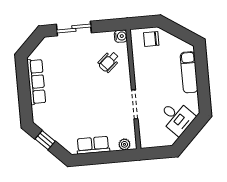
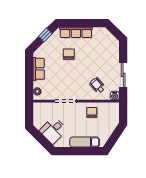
sliding door: (74, 29) -> (123, 75), moved
chair: (151, 39) -> (92, 112), moved
row of seats: (36, 82) -> (76, 32), moved
chair: (69, 105) -> (69, 54), added

